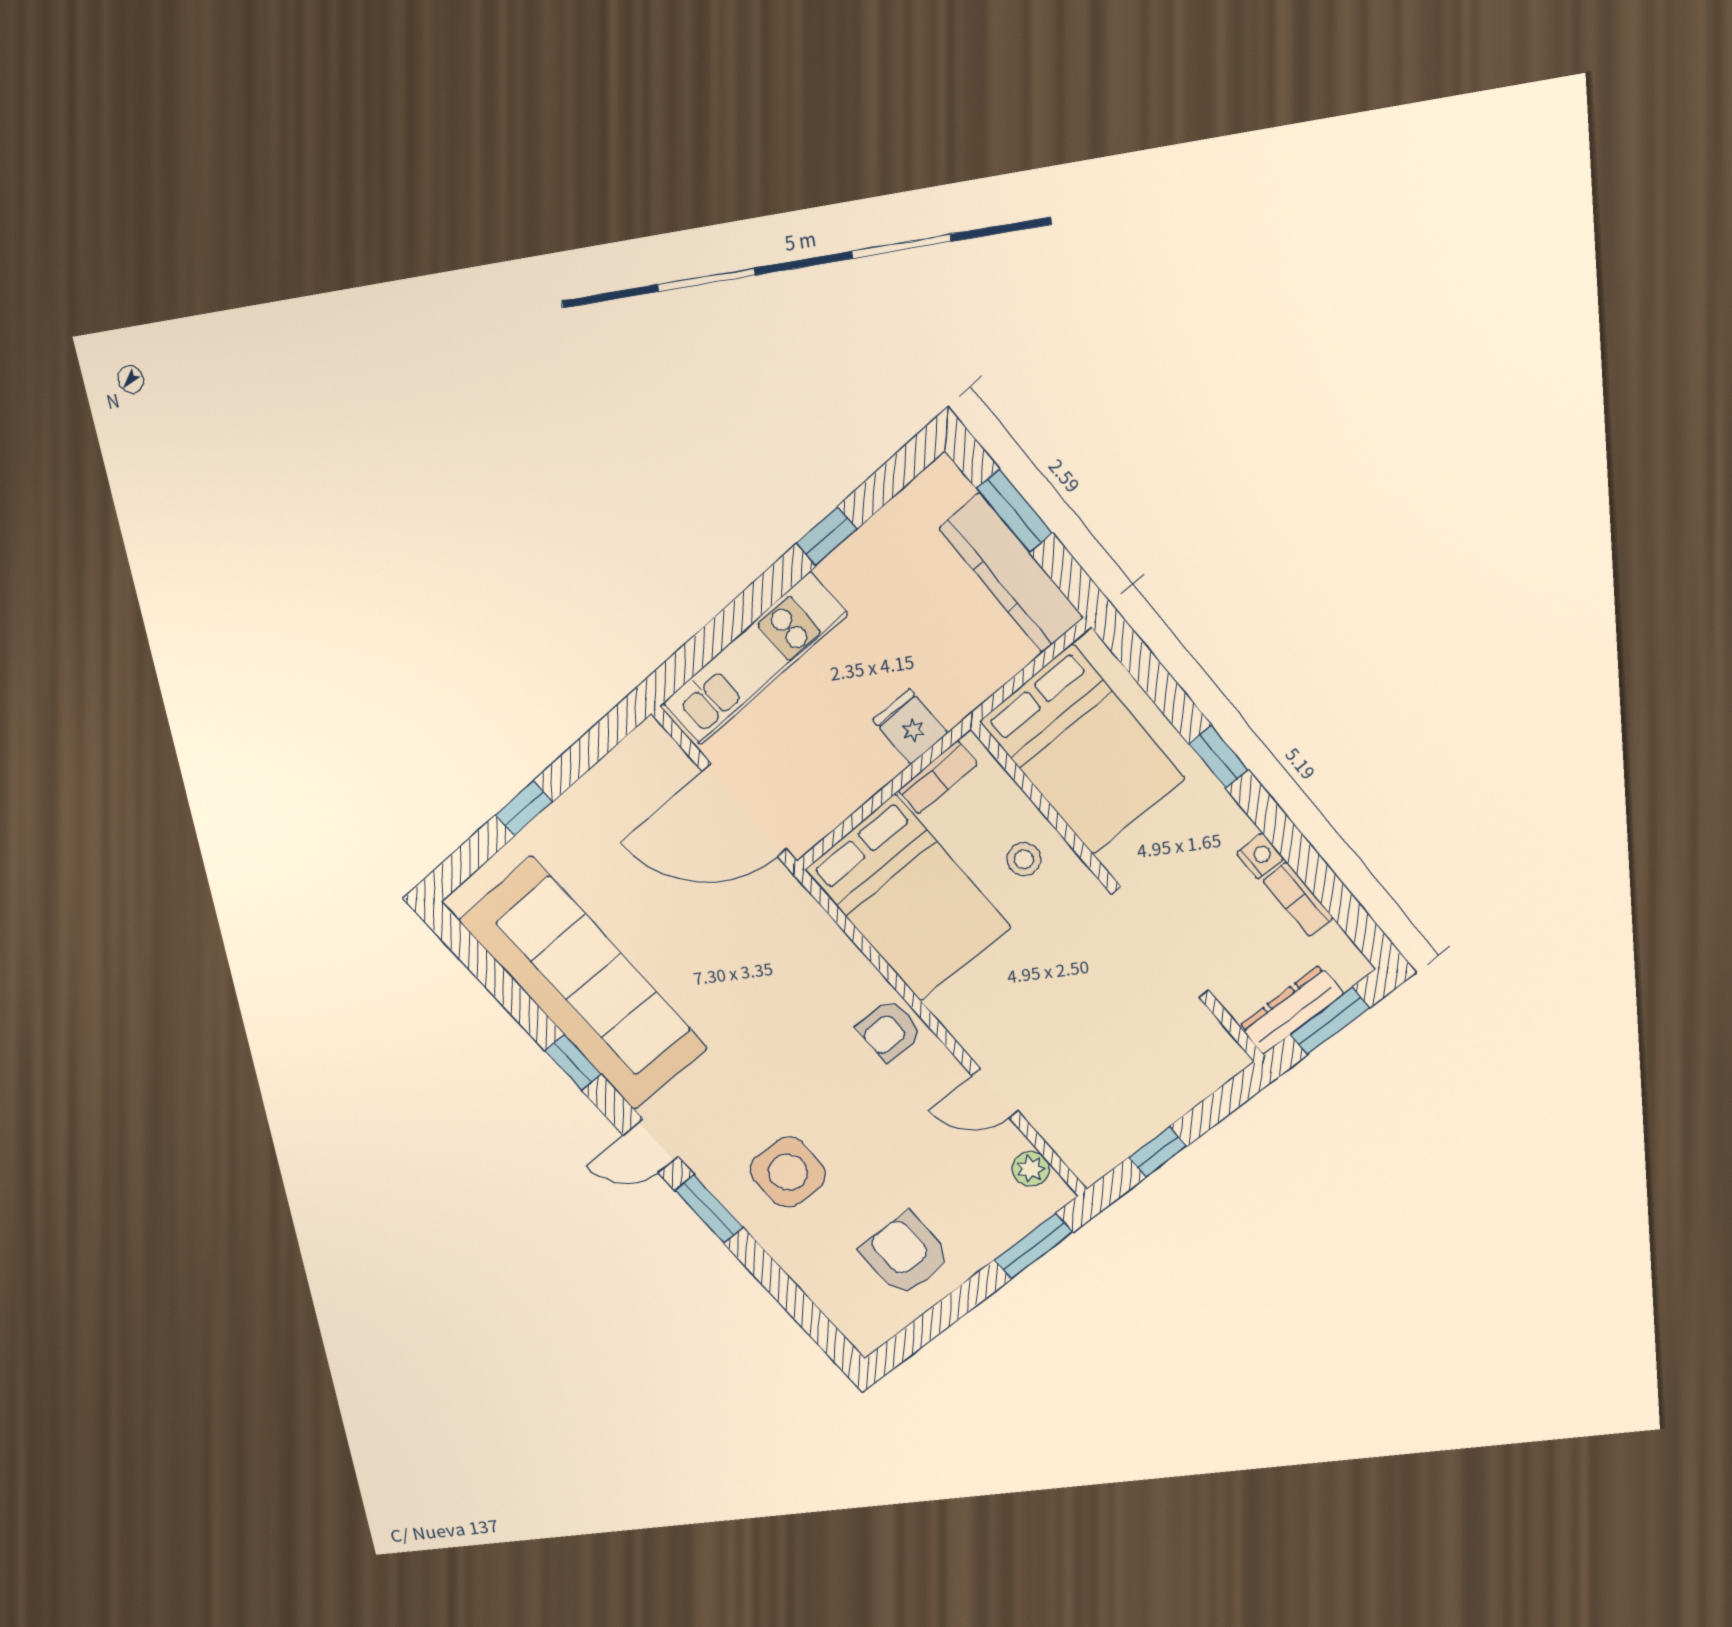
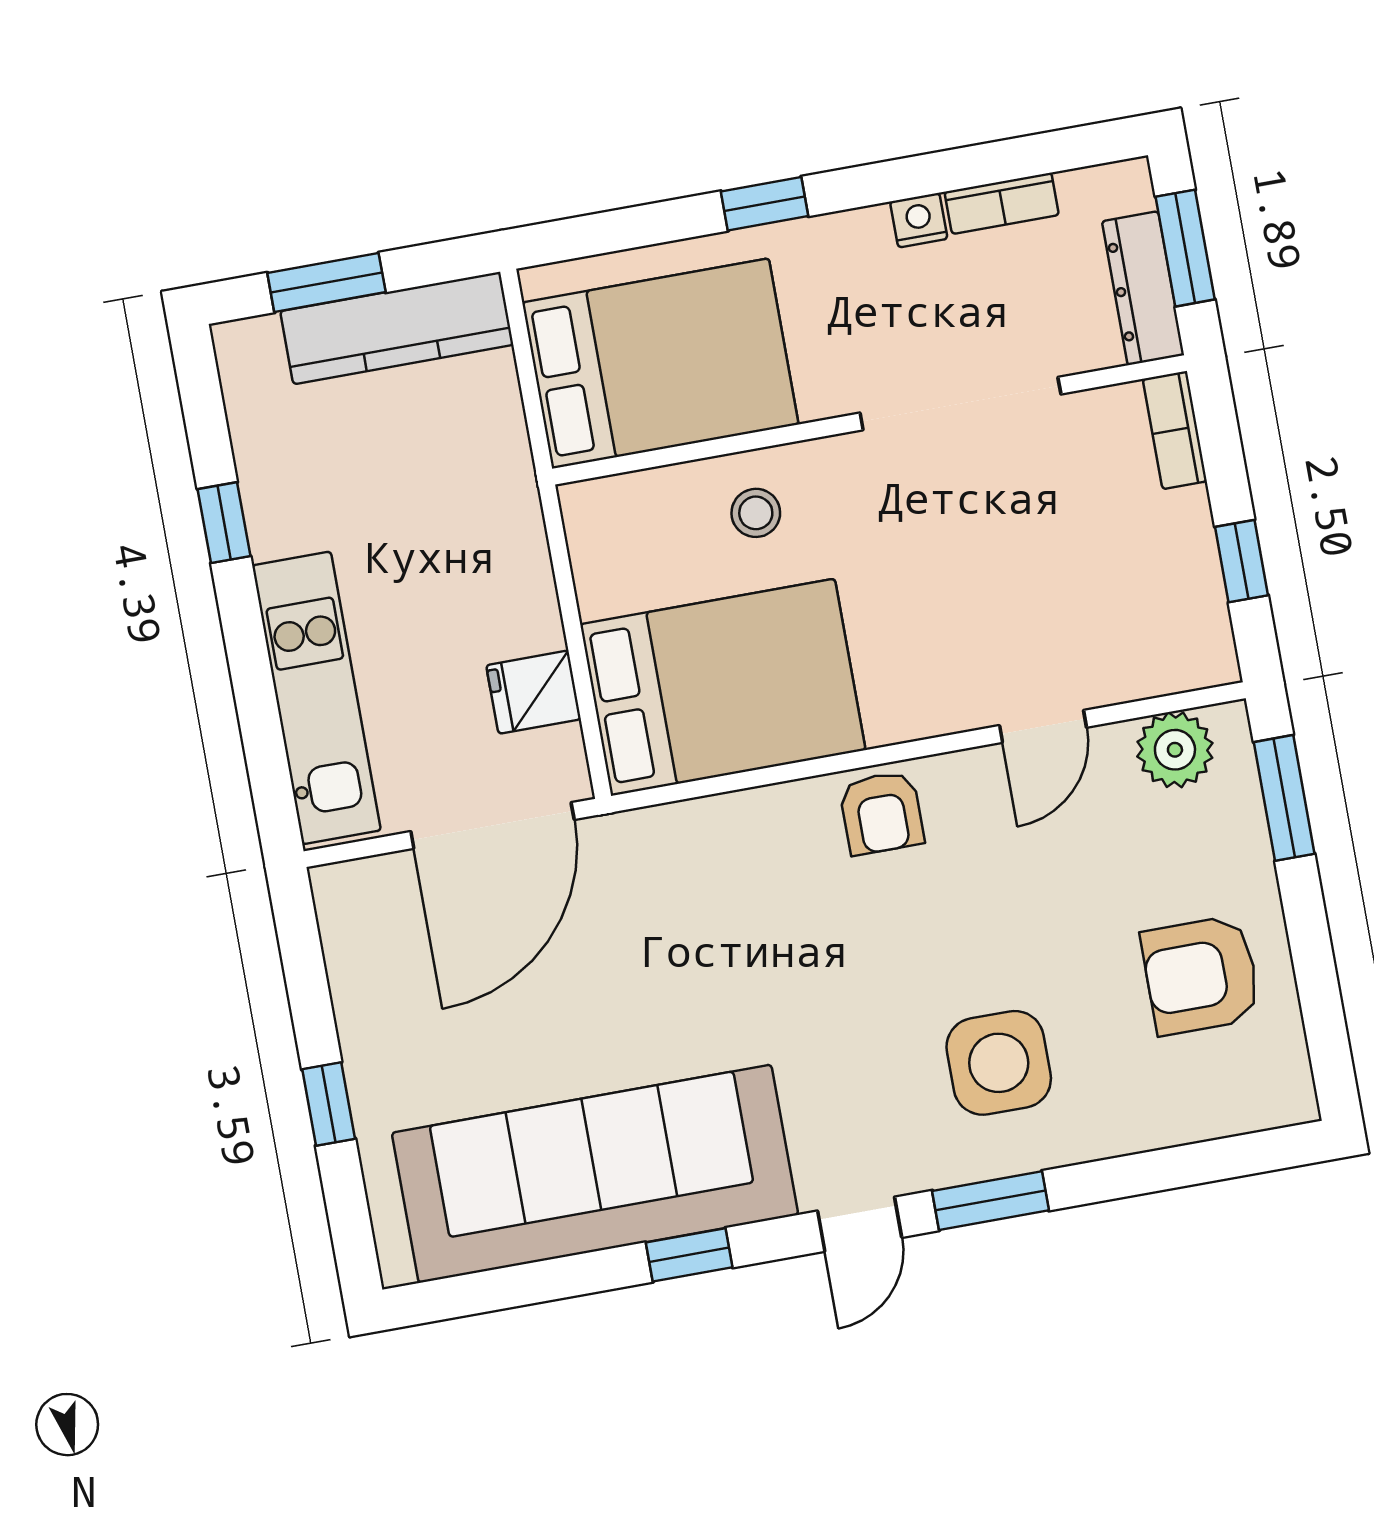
fridge: (910, 727) -> (534, 692), moved
bookcase: (938, 777) -> (1175, 430), moved, turned 180
plant: (1031, 1169) -> (1175, 750), width x1.38, depth x1.38

